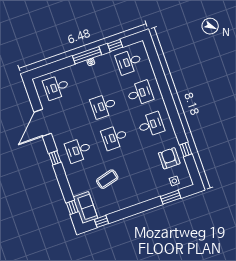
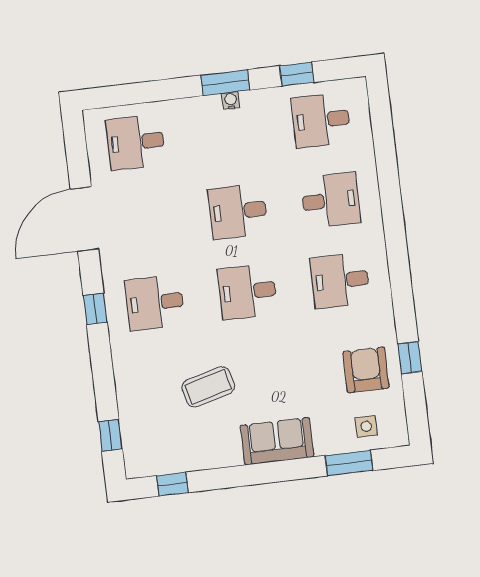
window: (87, 55) -> (225, 83), width x0.69
desk: (151, 125) -> (340, 281), turned 180
sofa: (85, 208) -> (277, 441), moved, turned -90

